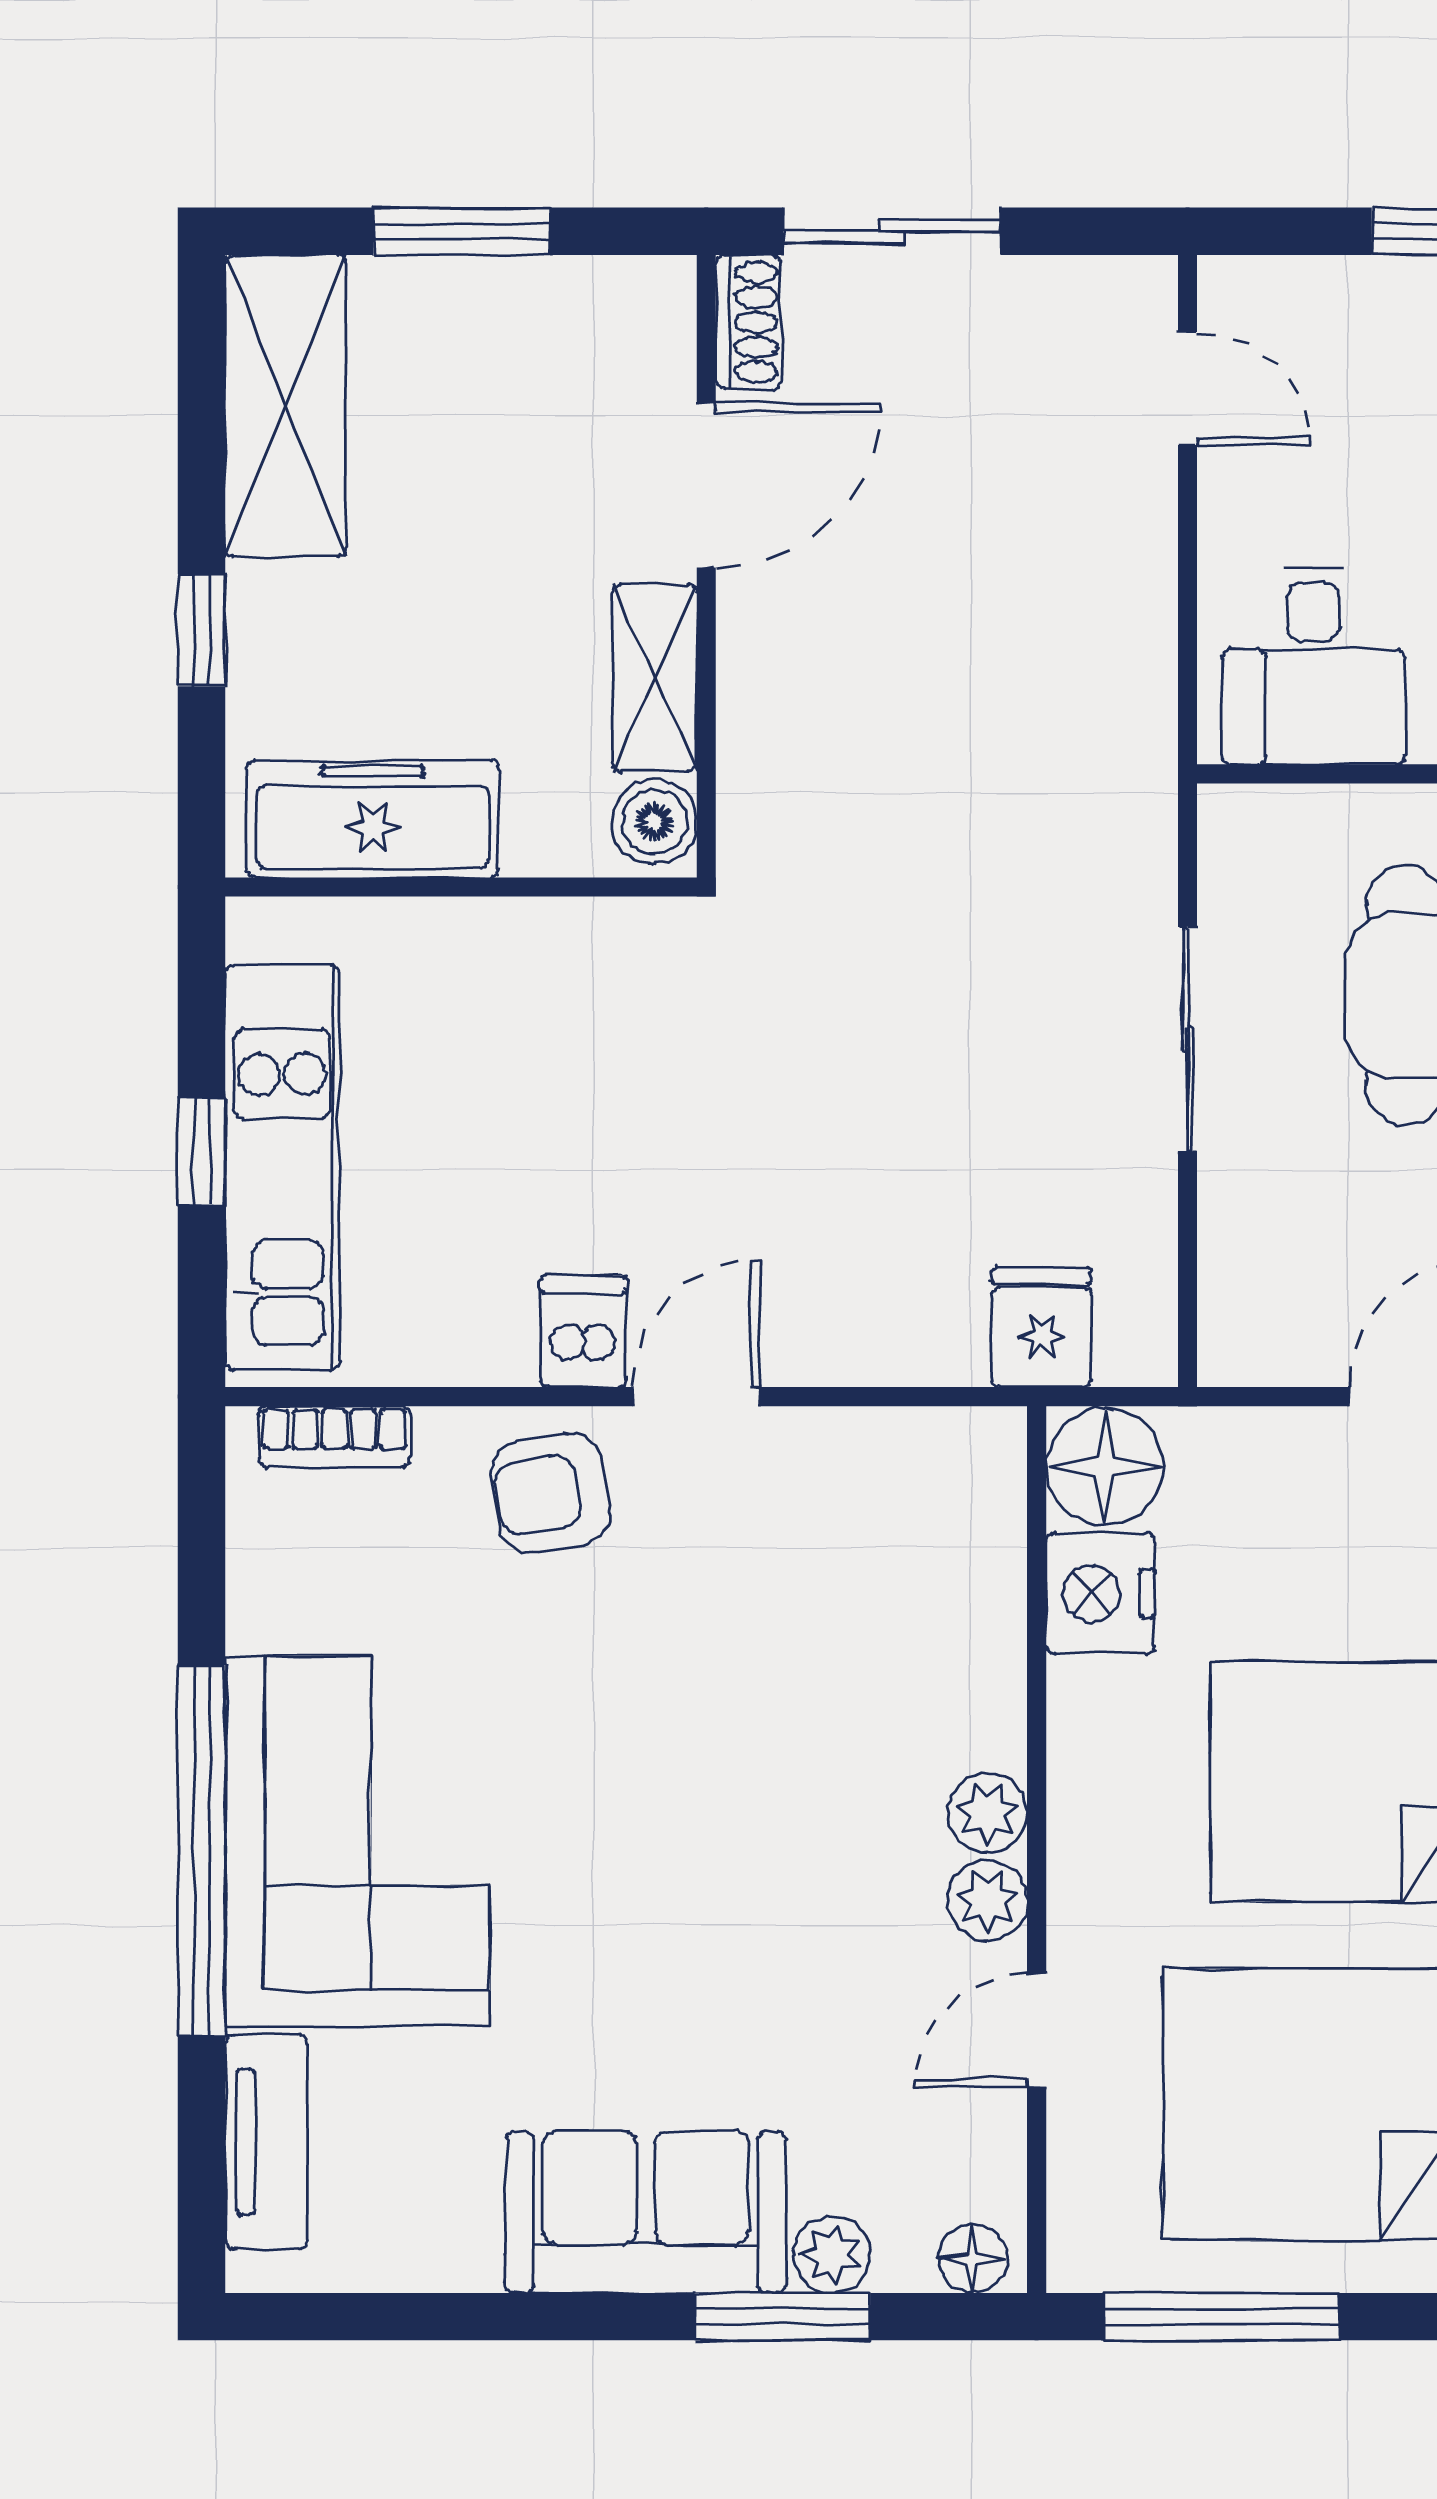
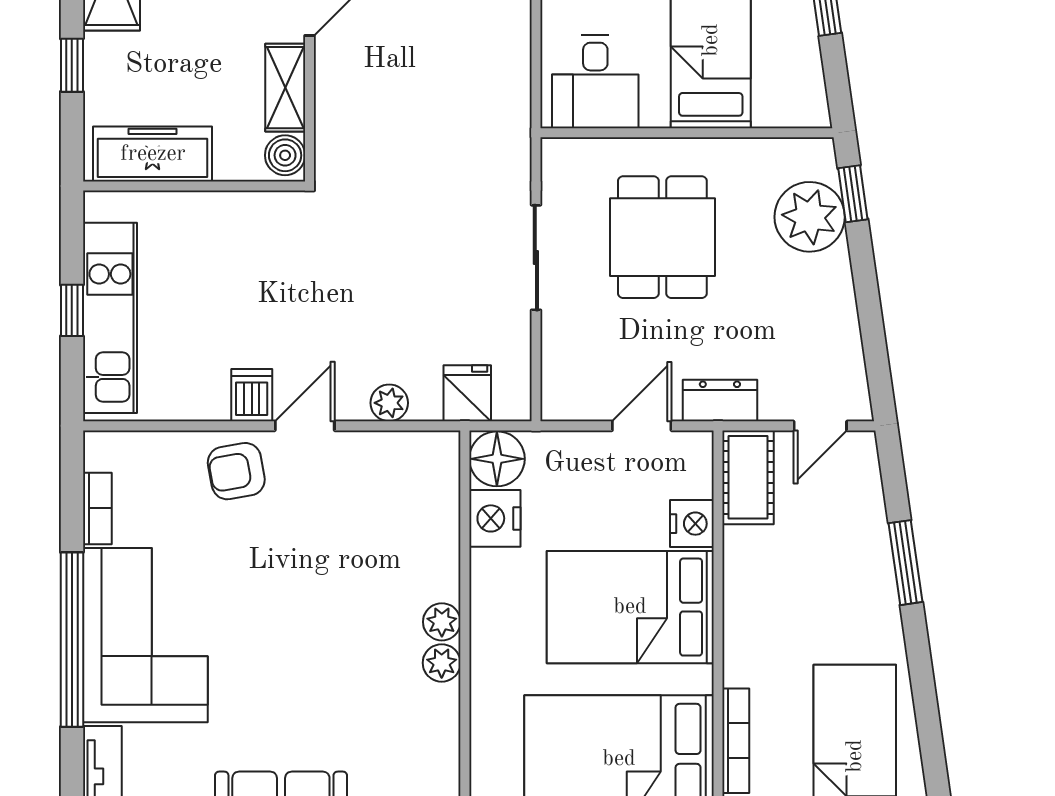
plant: (876, 1348) -> (389, 403), added
bookcase: (334, 1436) -> (97, 508), moved, turned -90
door: (1037, 2030) -> (465, 724), removed

